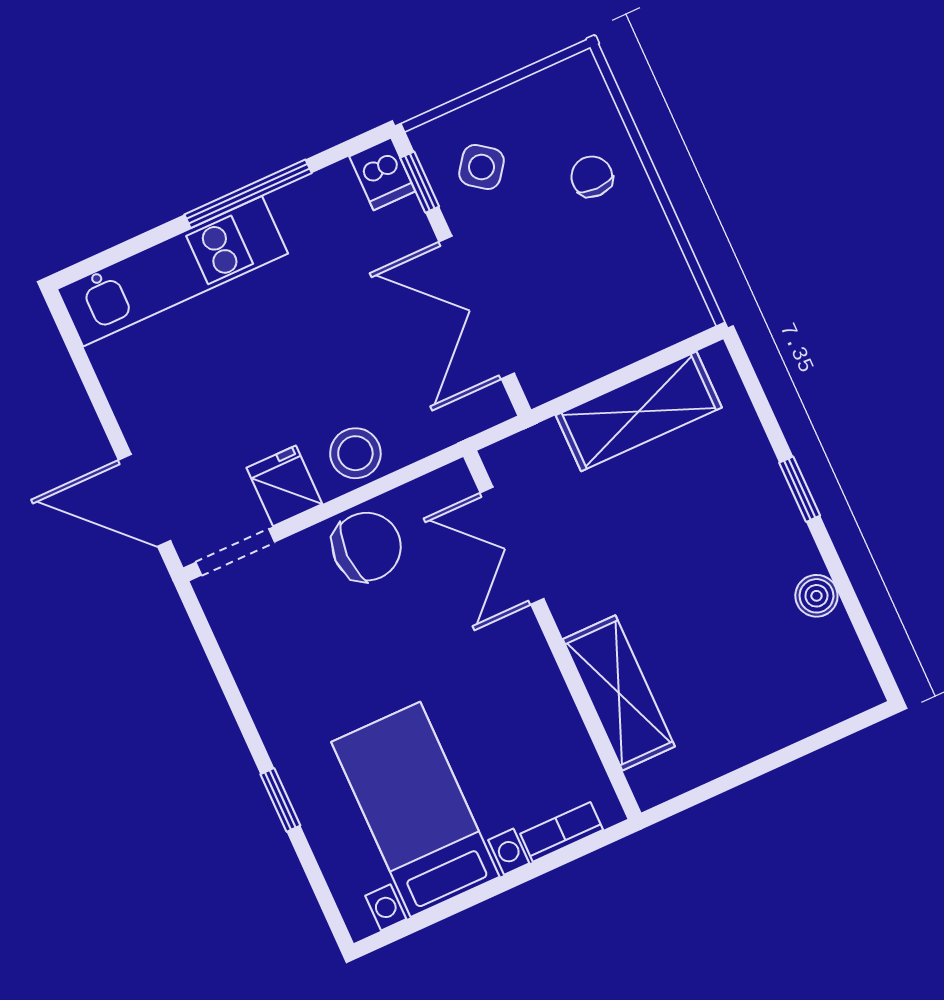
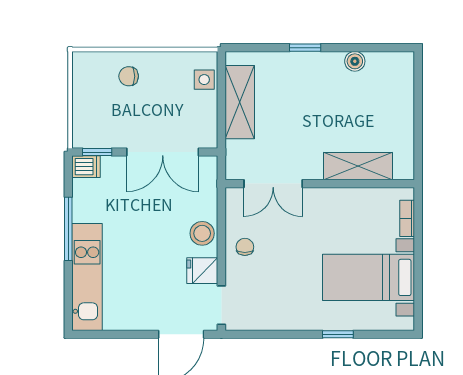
side table: (481, 167) -> (204, 80), moved, turned -37
chair: (367, 547) -> (245, 247), width x0.54, depth x0.54

